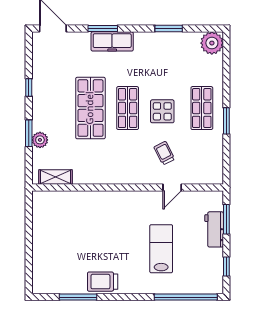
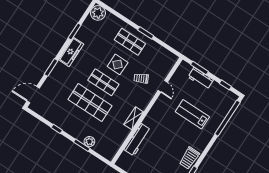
freezer: (112, 41) -> (71, 52), moved
shelving: (55, 177) -> (134, 118), moved
workbench: (82, 200) -> (137, 140), added

